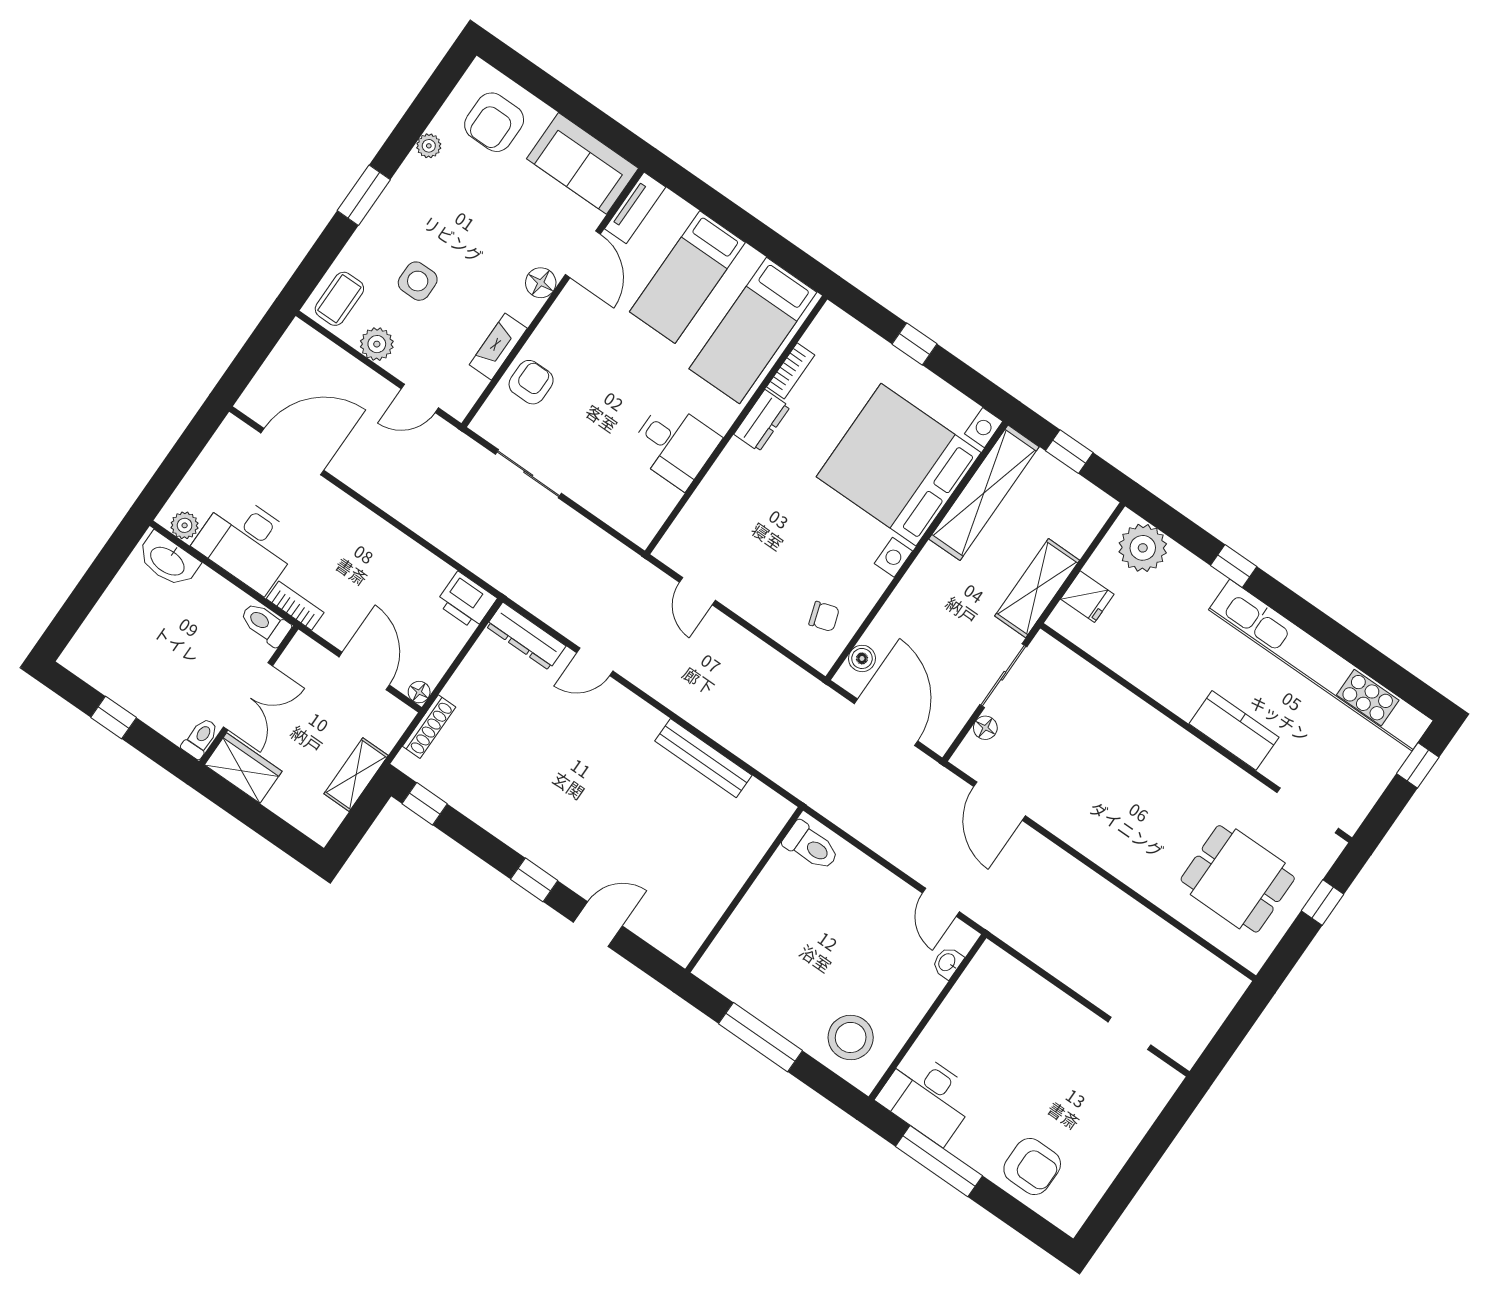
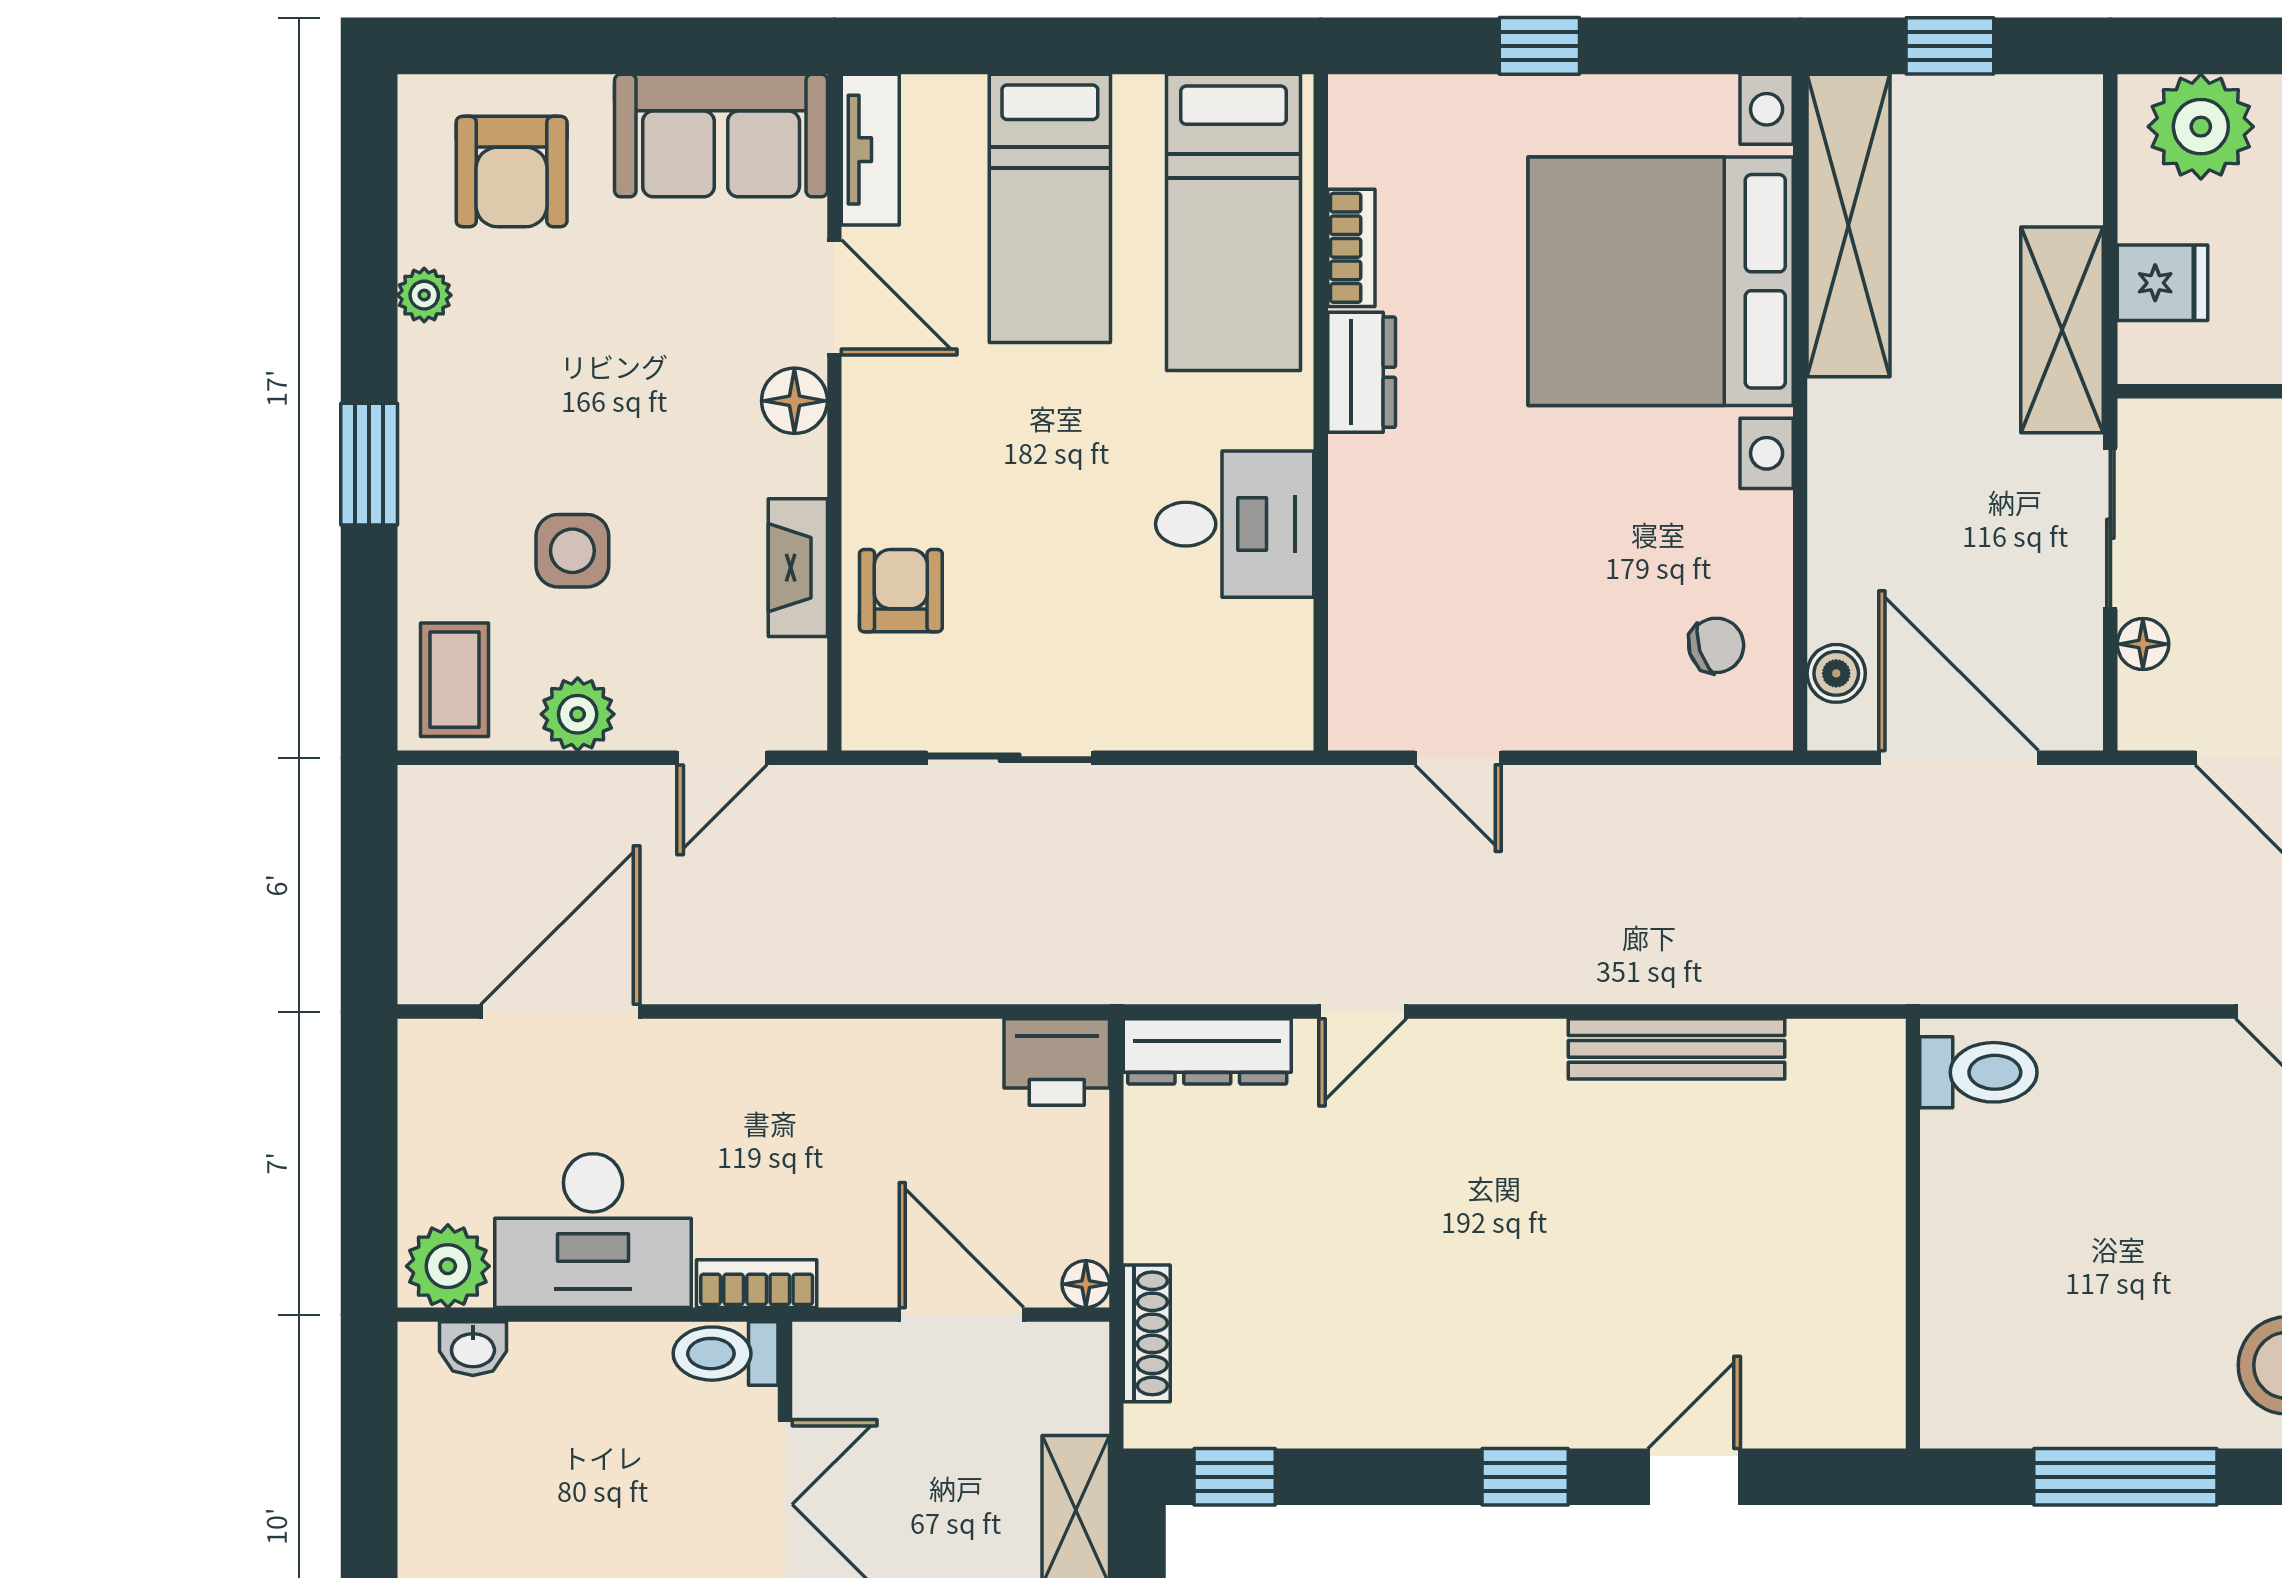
plant: (185, 525) -> (448, 1266), width x1.38, depth x1.38
washbasin: (168, 560) -> (473, 1349), width x0.52, depth x0.69

